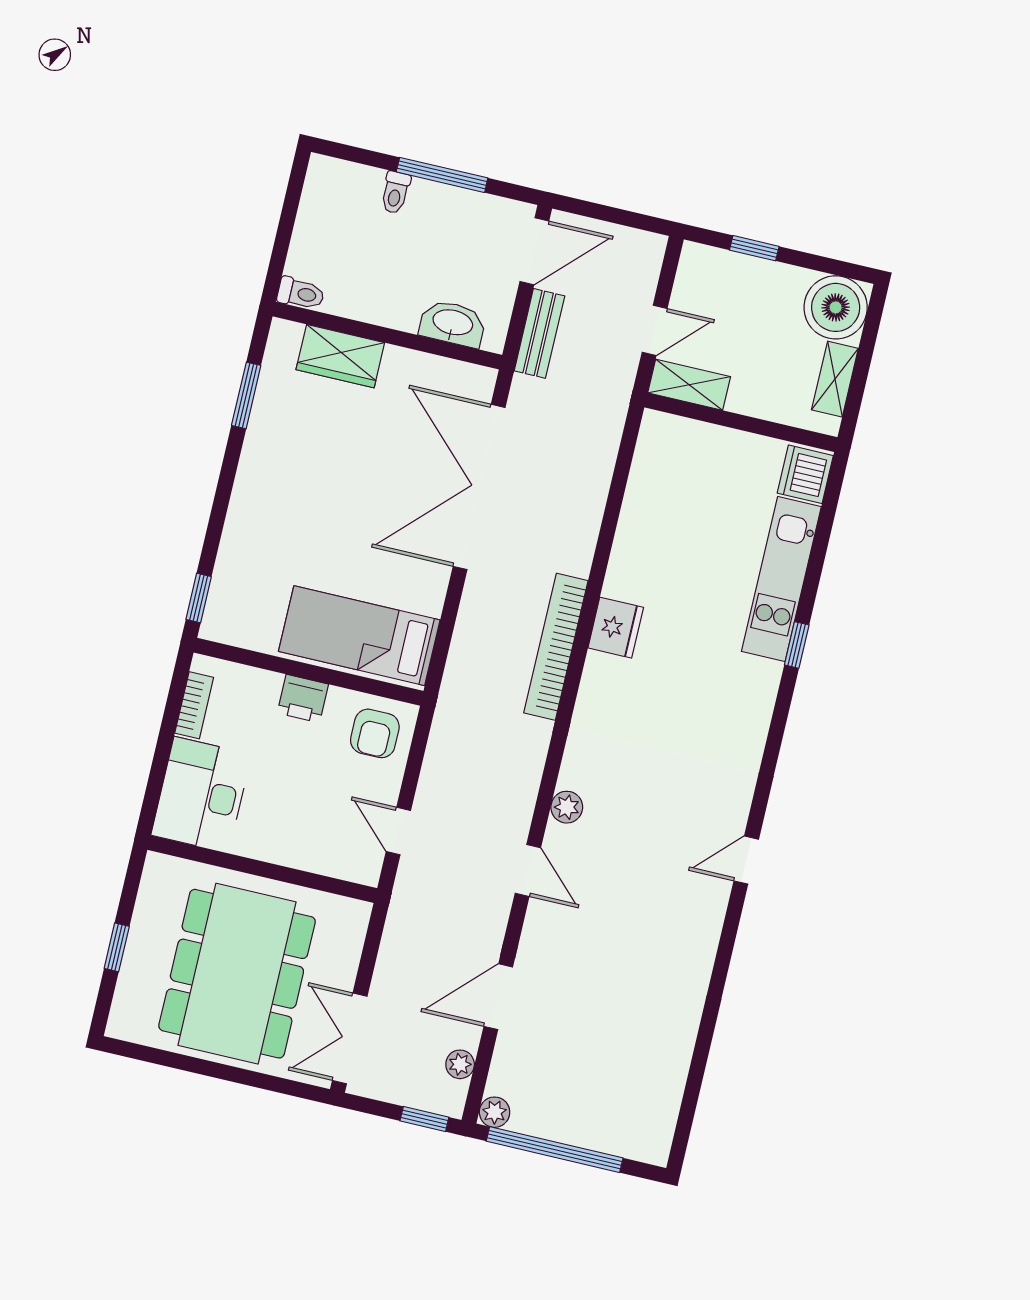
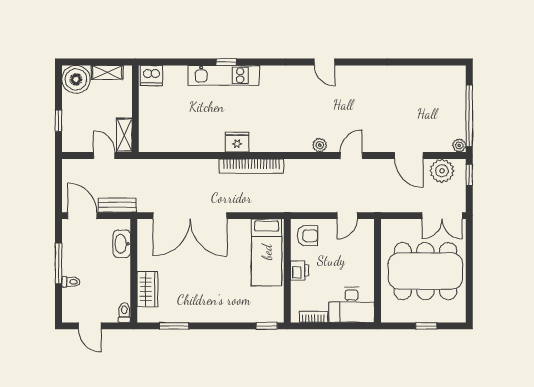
door: (289, 211) -> (90, 326), added
kitchen unit: (781, 579) -> (224, 75), moved
plant: (460, 1064) -> (442, 171), width x1.87, depth x1.87

